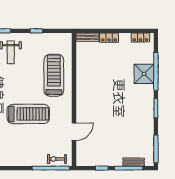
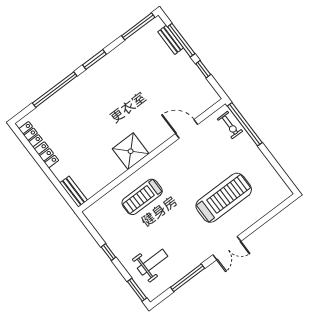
locker: (109, 38) -> (46, 155), moved
shower: (144, 74) -> (131, 151), moved
treadmill: (54, 75) -> (142, 197), width x0.73, depth x0.73
treadmill: (28, 114) -> (224, 198), moved, turned 90

